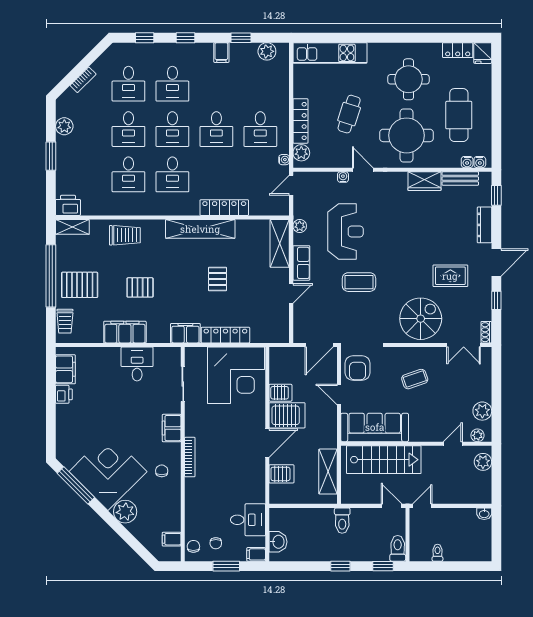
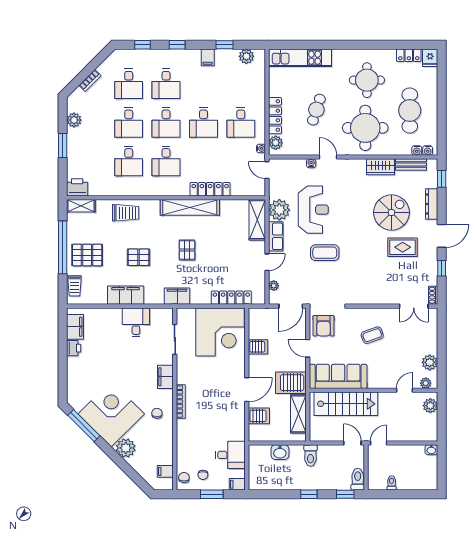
door: (291, 185) -> (267, 170), hinge flipped
plant: (300, 226) -> (279, 210), width x1.87, depth x1.87
pallet: (217, 279) -> (187, 250), moved
spiral stairs: (421, 319) -> (392, 212), moved
plant: (299, 321) -> (274, 286), added
locker: (225, 335) -> (231, 298), moved
server rack: (287, 415) -> (291, 383), moved, turned 180
washbasin: (278, 542) -> (280, 452), moved, turned 90

